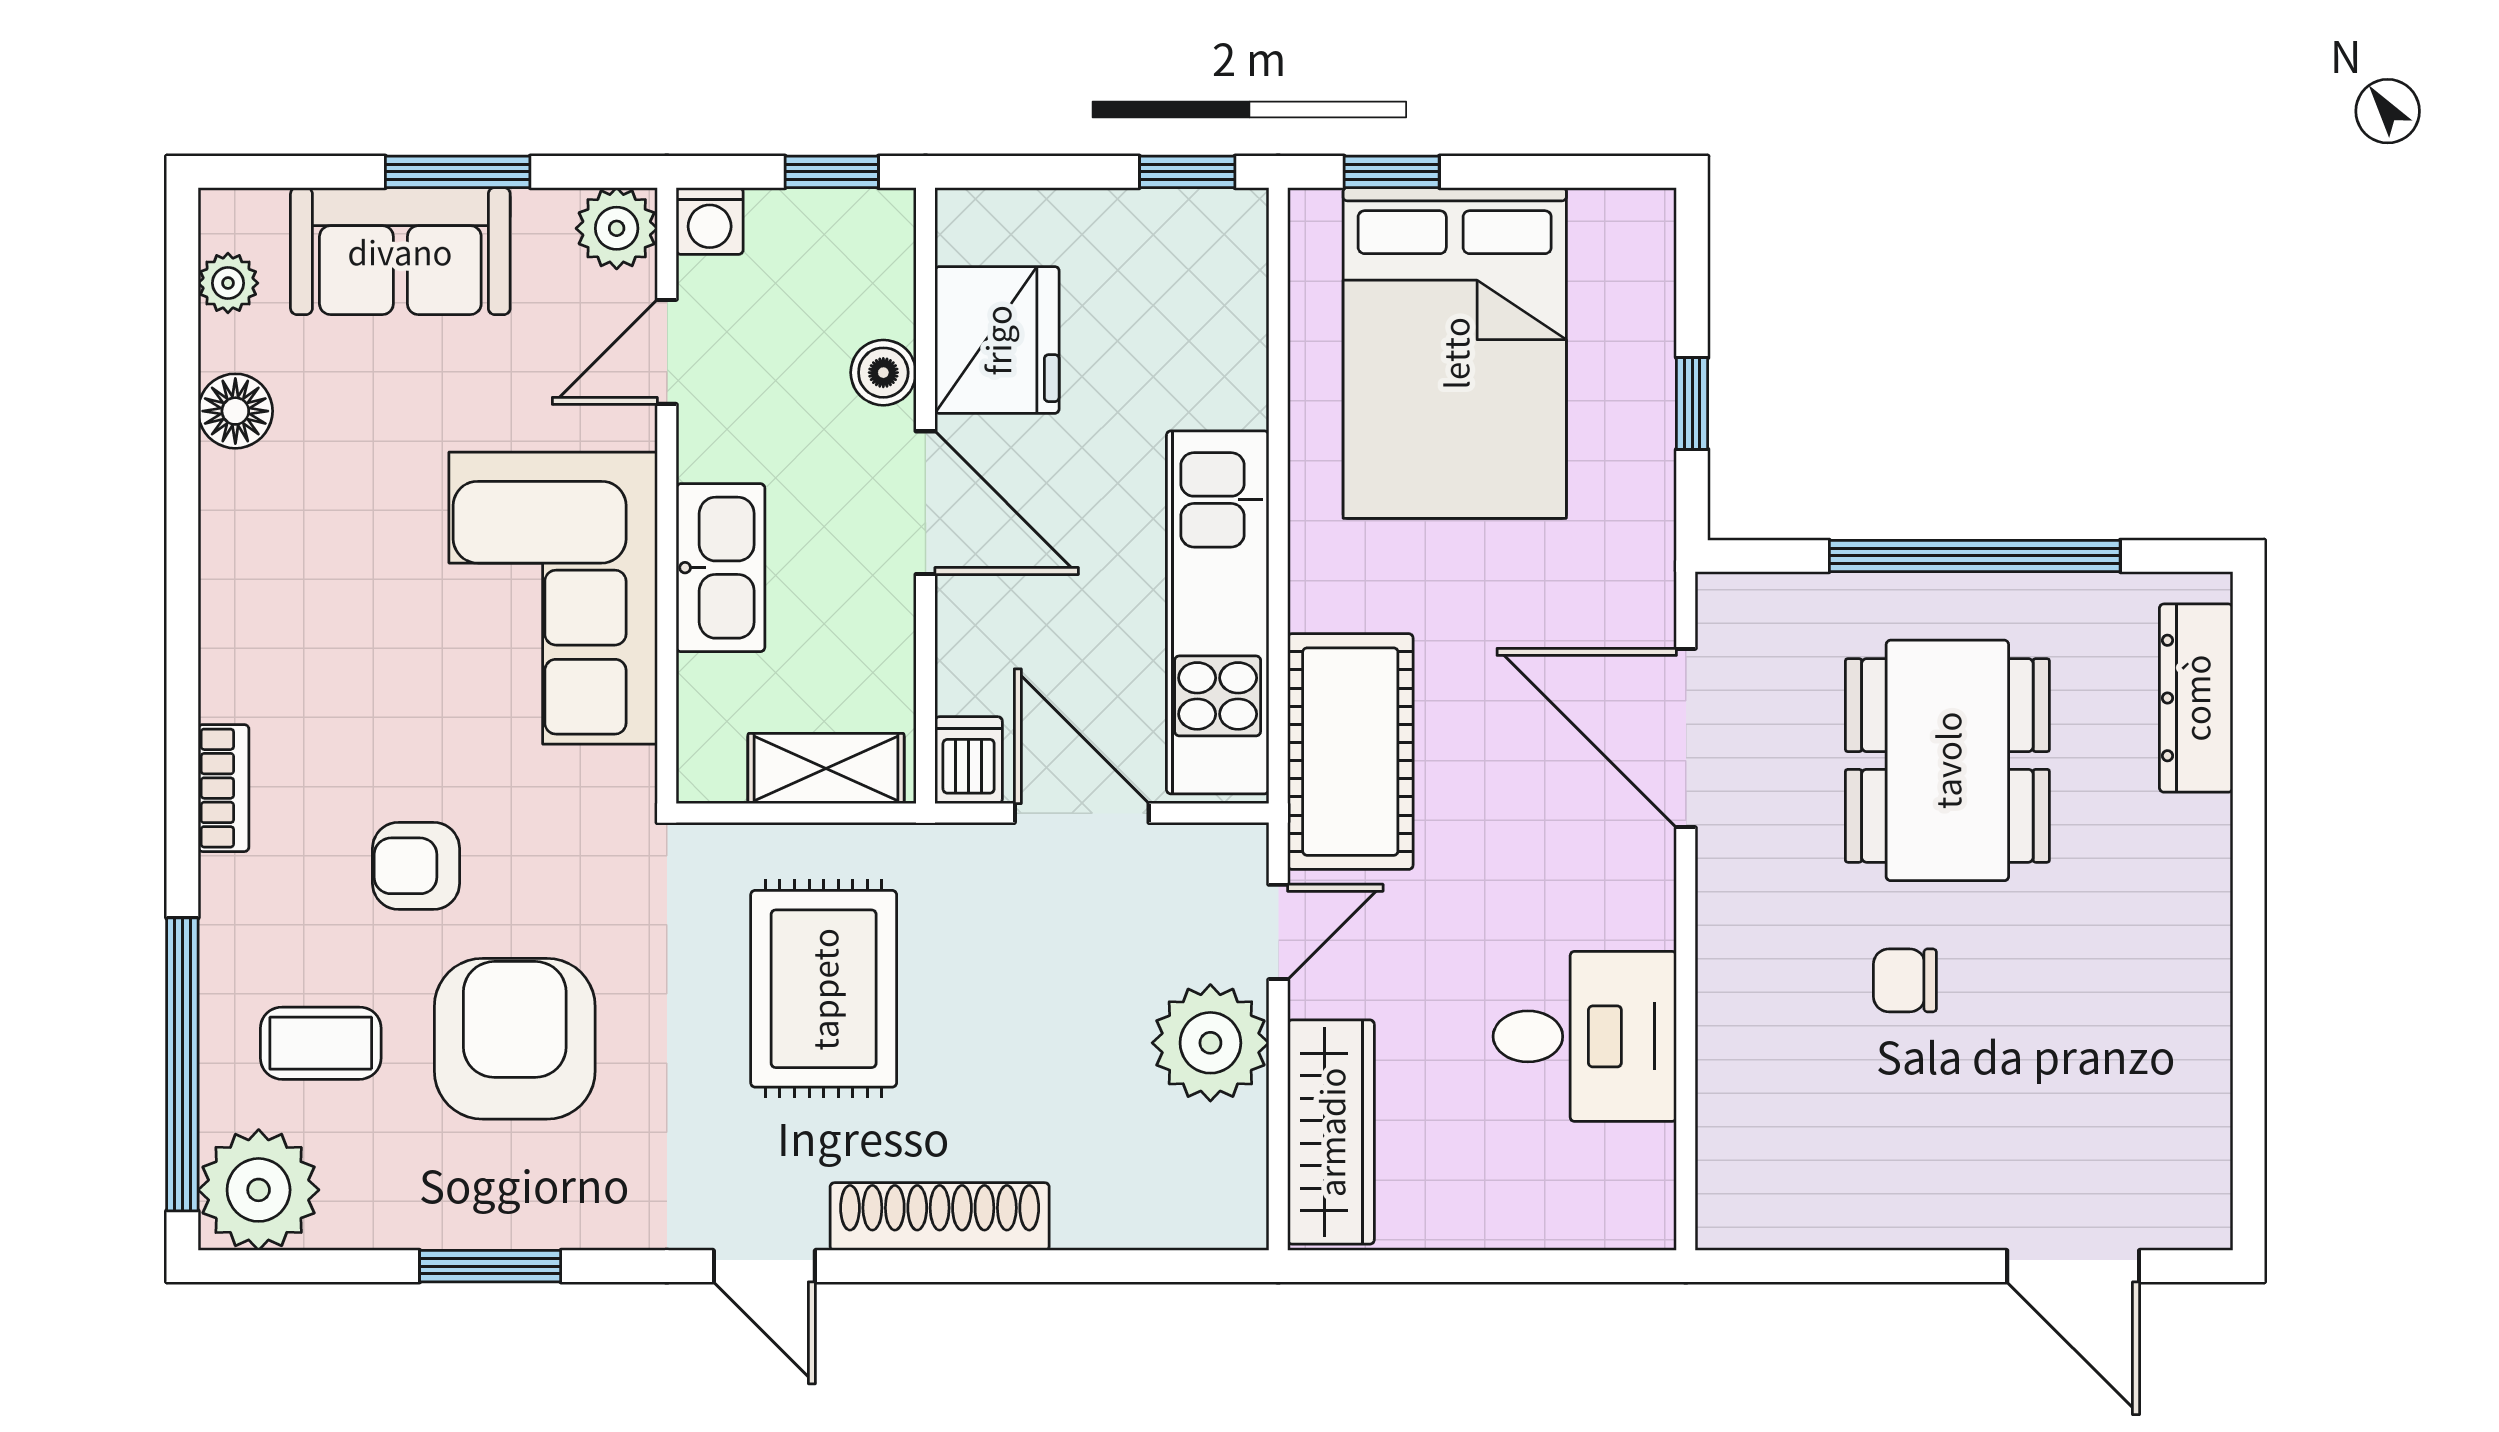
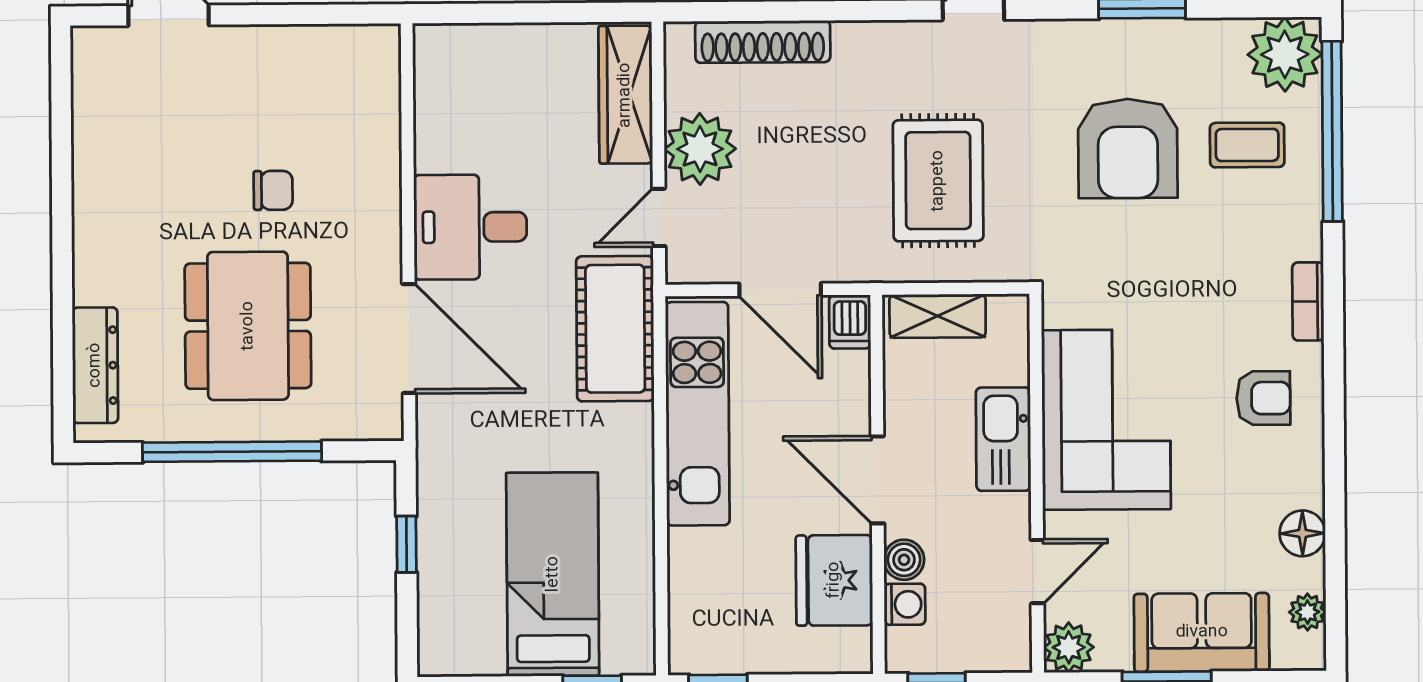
washing machine: (710, 221) -> (905, 604), moved, turned 90
bed: (1455, 353) -> (553, 574), width x0.67
armchair: (416, 866) -> (1263, 398), moved
desk: (1585, 1036) -> (470, 227), moved
shoe rack: (940, 1217) -> (763, 42), moved

